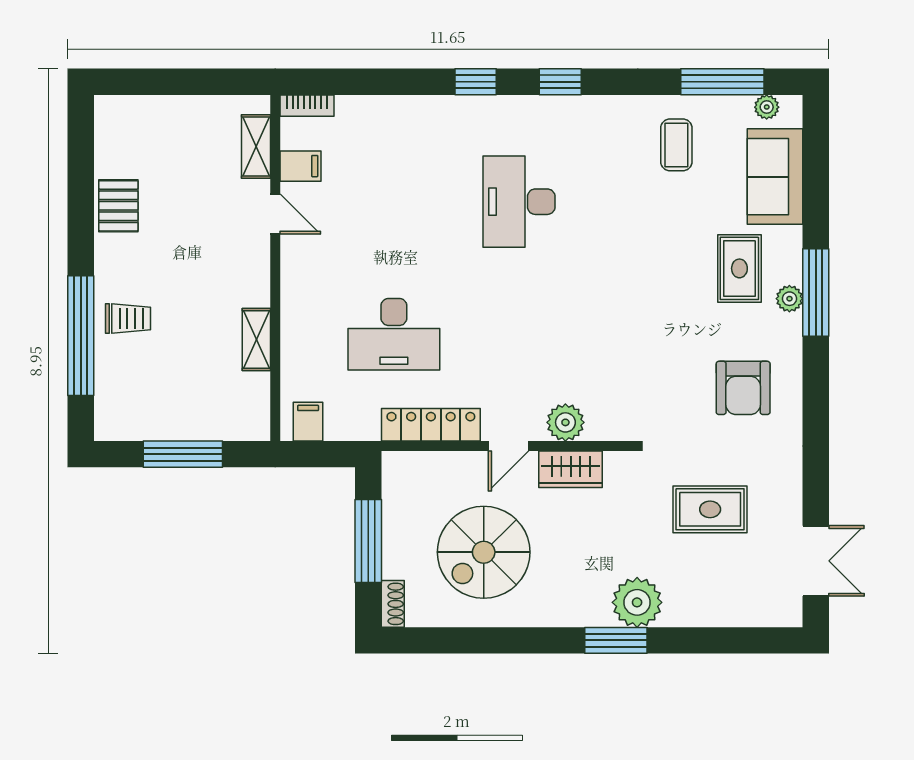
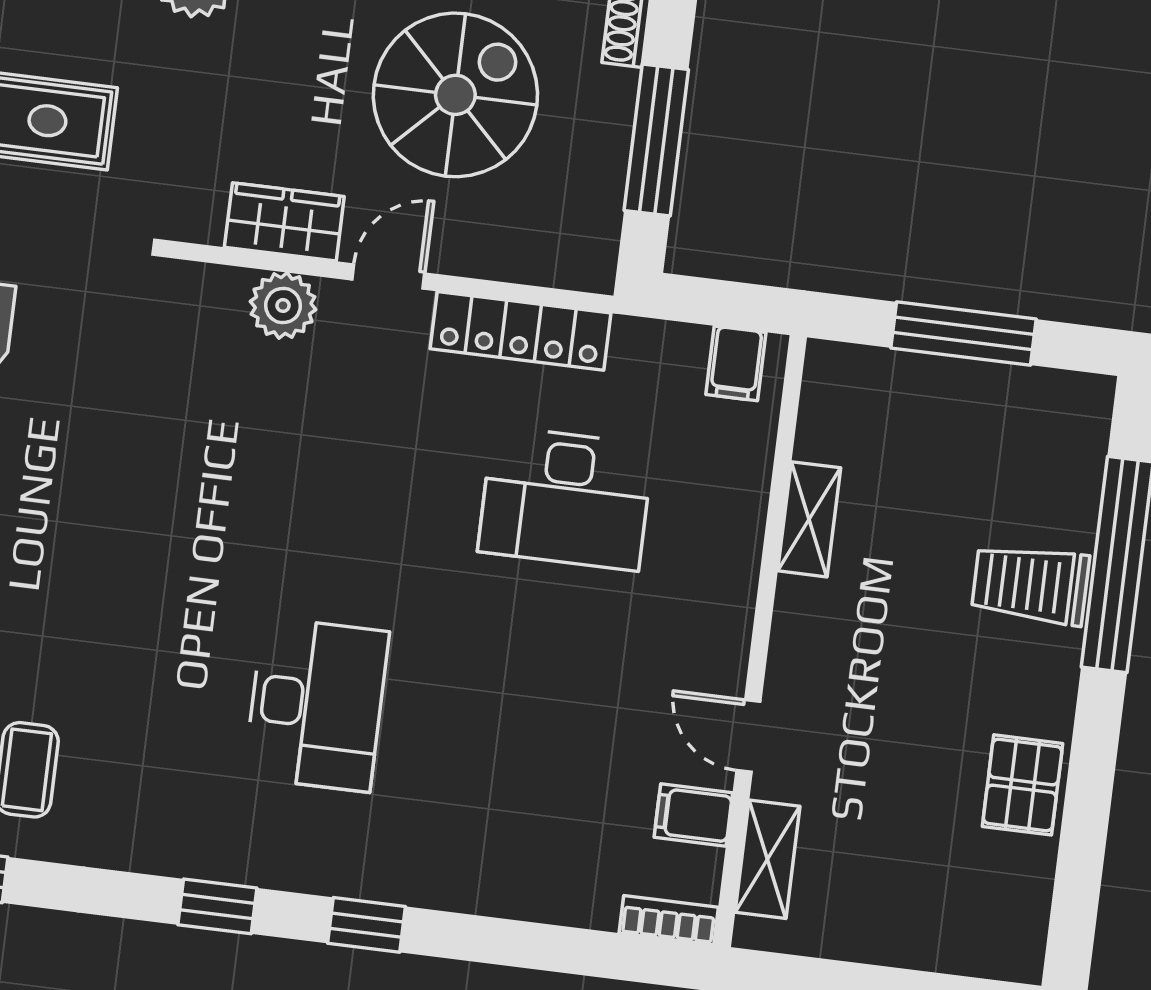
trolley: (128, 318) -> (1030, 584), width x1.36, depth x1.39
desk: (394, 334) -> (566, 498), turned 180

